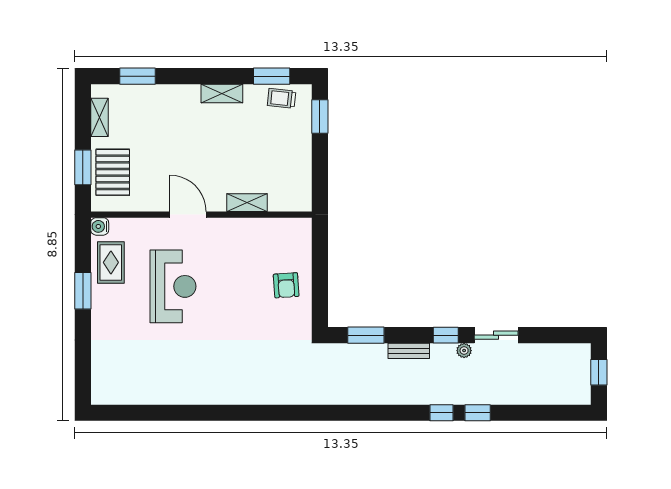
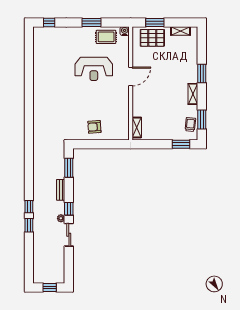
window: (138, 76) -> (202, 74), moved
shelving: (247, 203) -> (137, 127), moved
window: (83, 373) -> (49, 23), added

